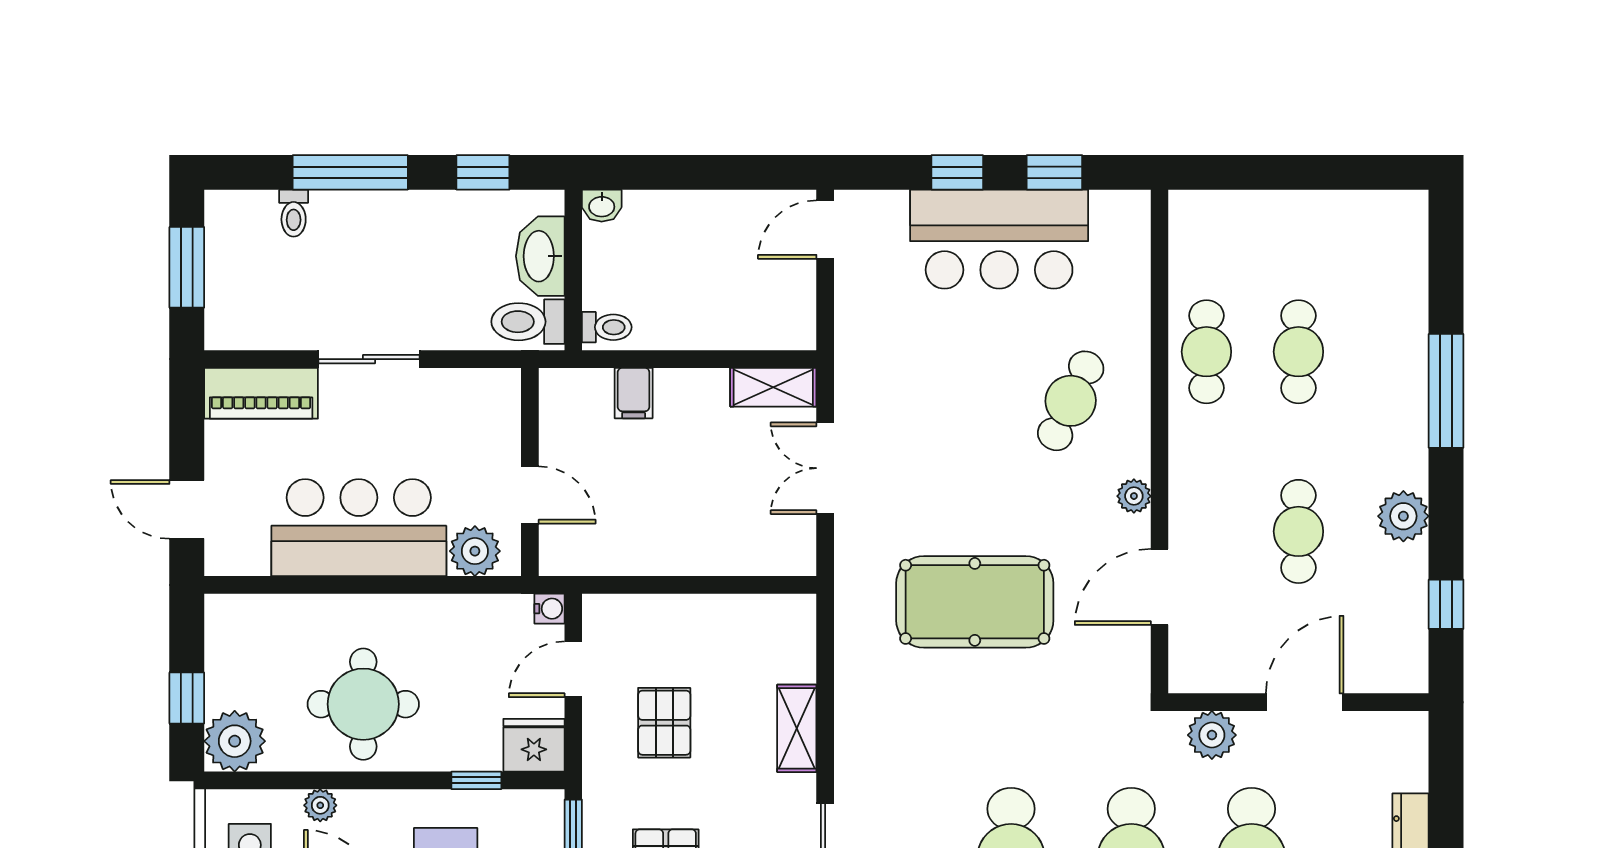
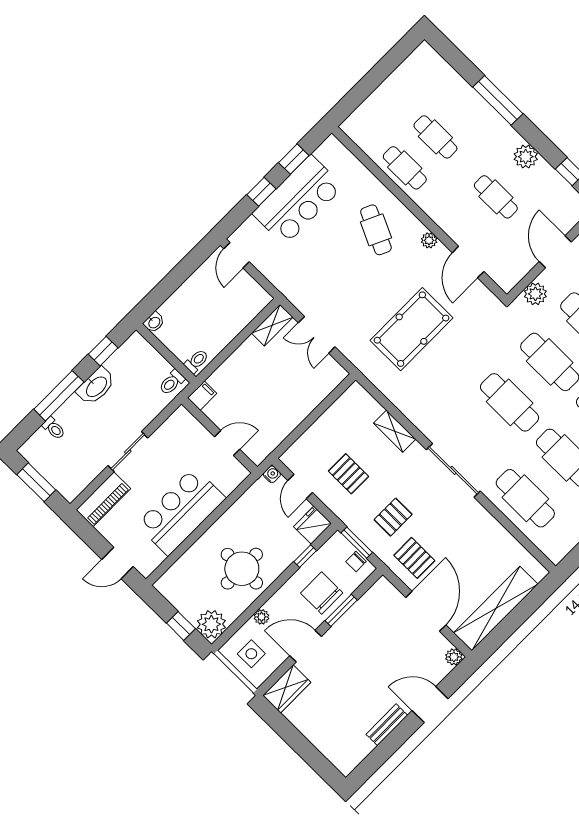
washbasin: (540, 256) -> (96, 386), moved, turned -90
toilet: (528, 322) -> (172, 382), width x0.73, depth x0.72
filing cabinet: (634, 393) -> (202, 395), moved, turned -90
plant: (475, 551) -> (228, 480), removed

